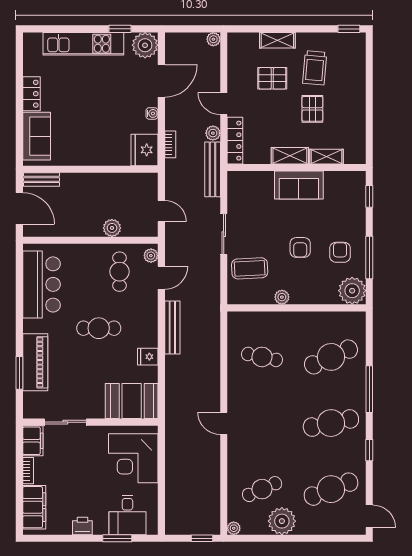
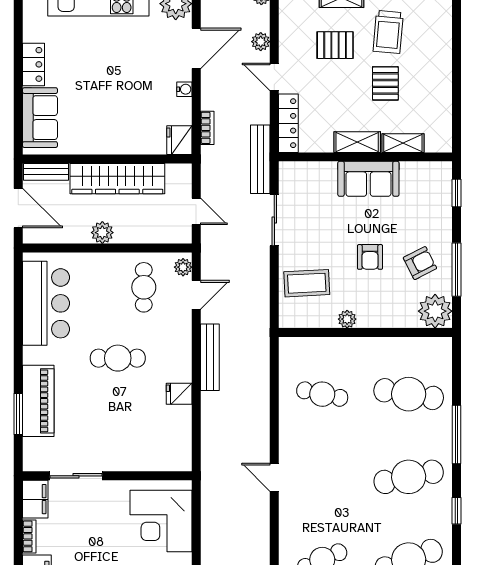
plant: (213, 133) -> (261, 42), moved
fridge: (144, 150) -> (179, 140), width x0.73, depth x0.75
wardrobe: (98, 185) -> (117, 179), added
plant: (112, 228) -> (102, 233), moved
sliding door: (224, 234) -> (274, 220), moved
armchair: (340, 252) -> (420, 263), turned 63
cafe table: (331, 357) -> (409, 394), turned 33
booth: (132, 401) -> (159, 449), removed

